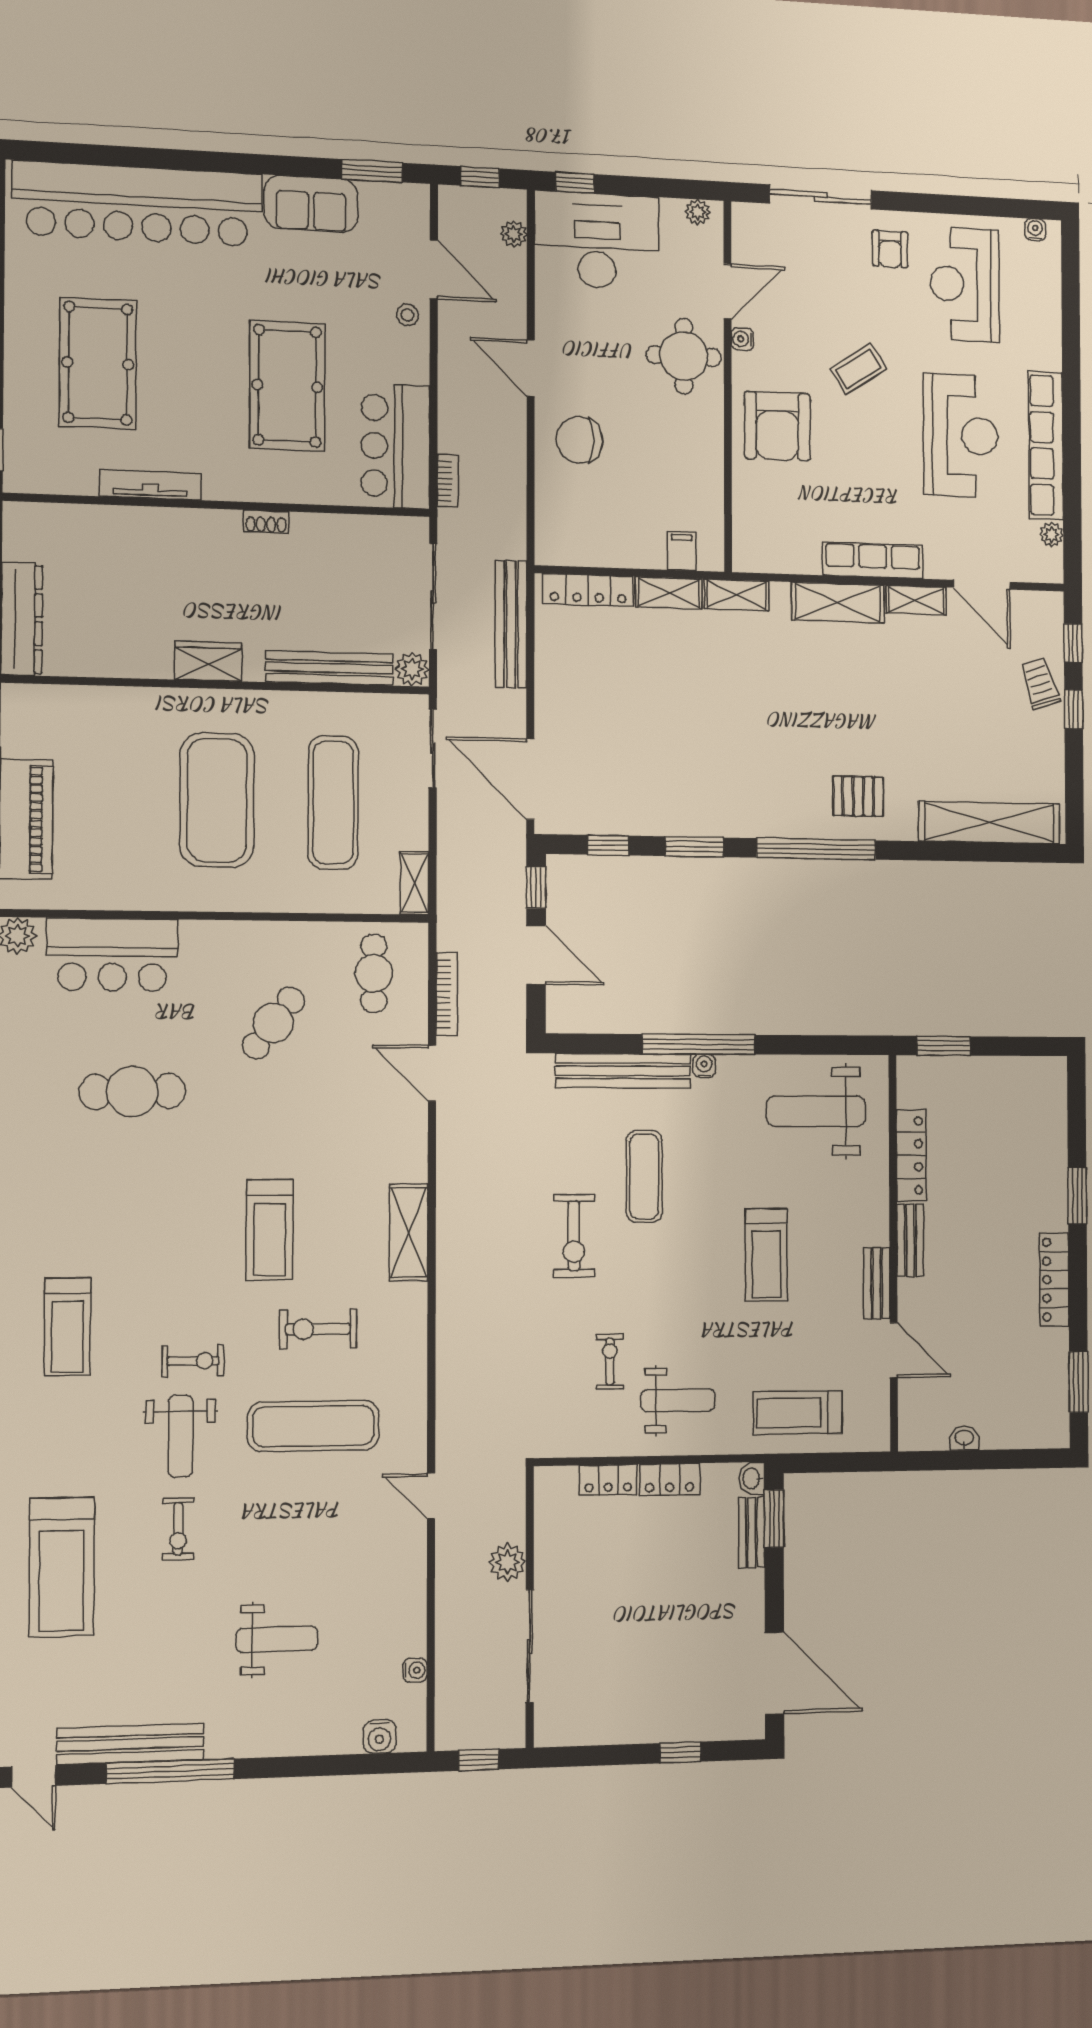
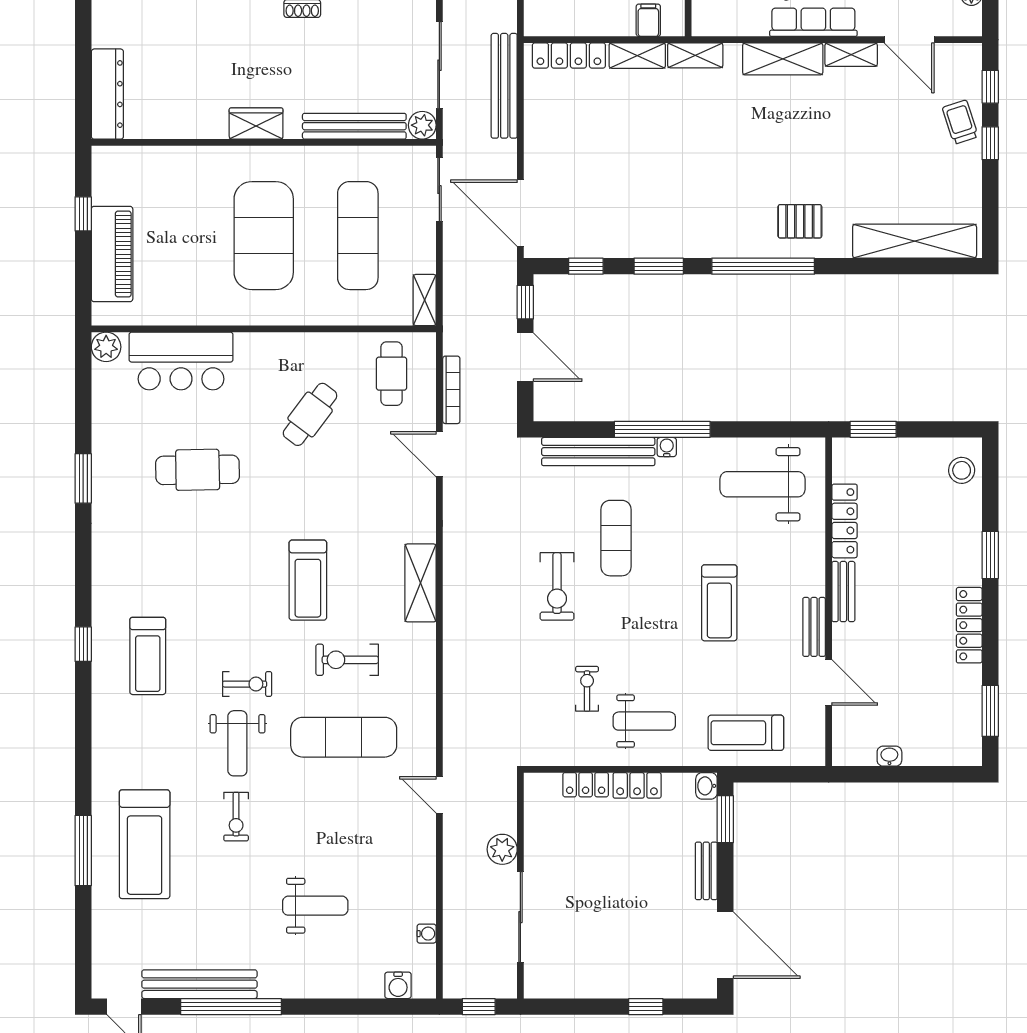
stool: (1044, 1095) -> (962, 470), added
bench: (752, 1533) -> (706, 871), moved

